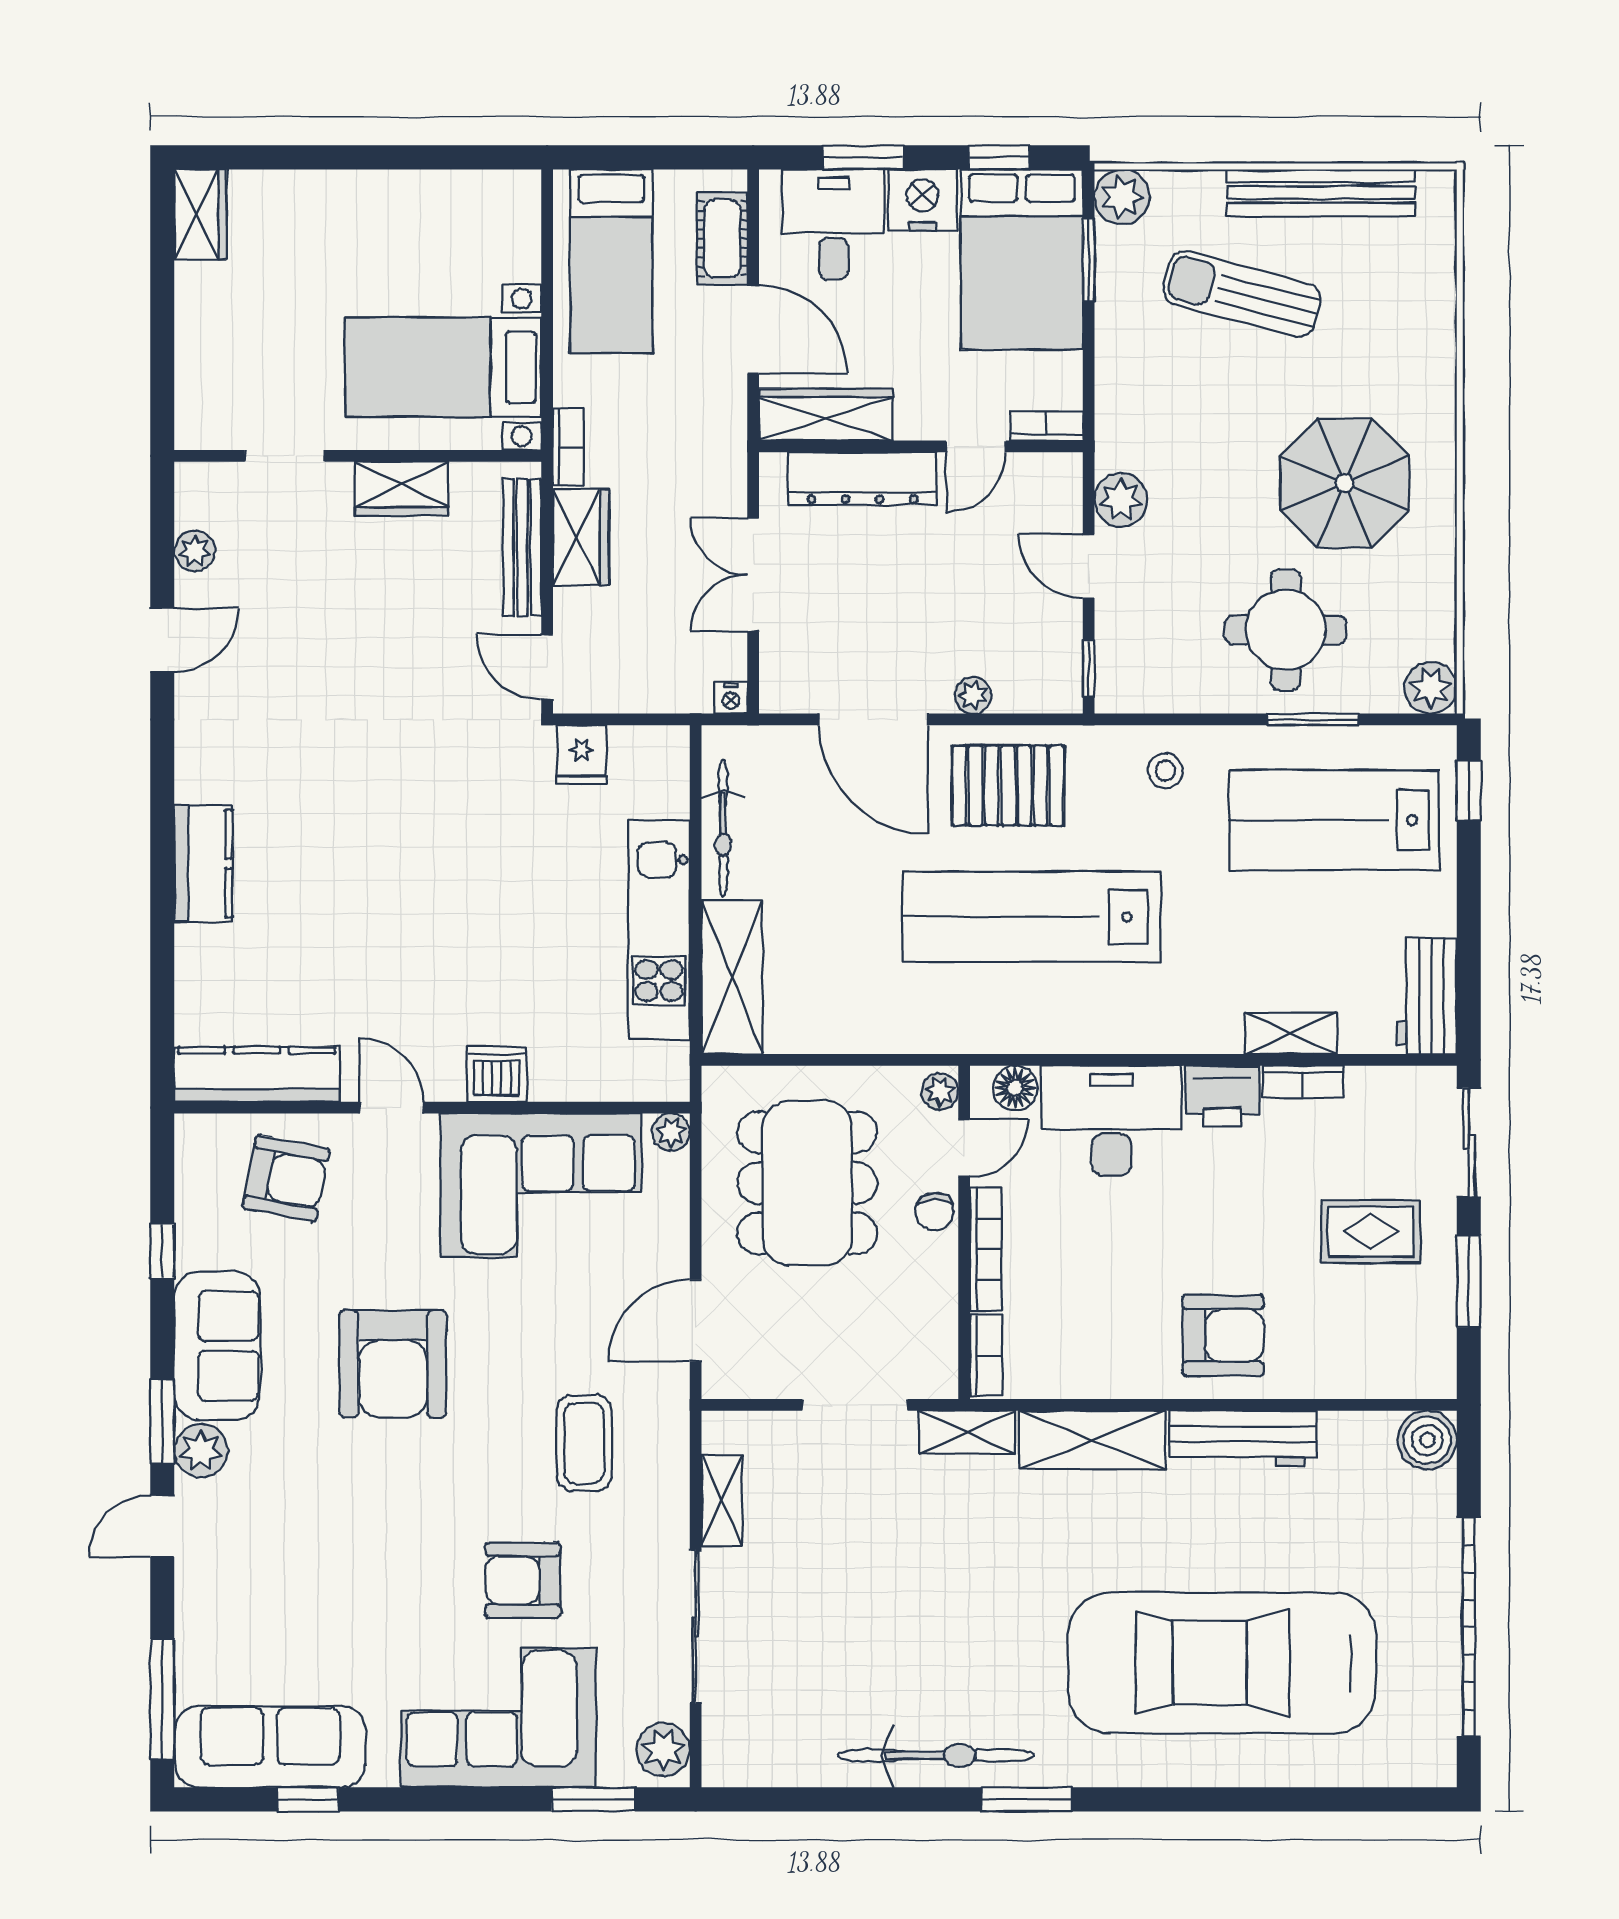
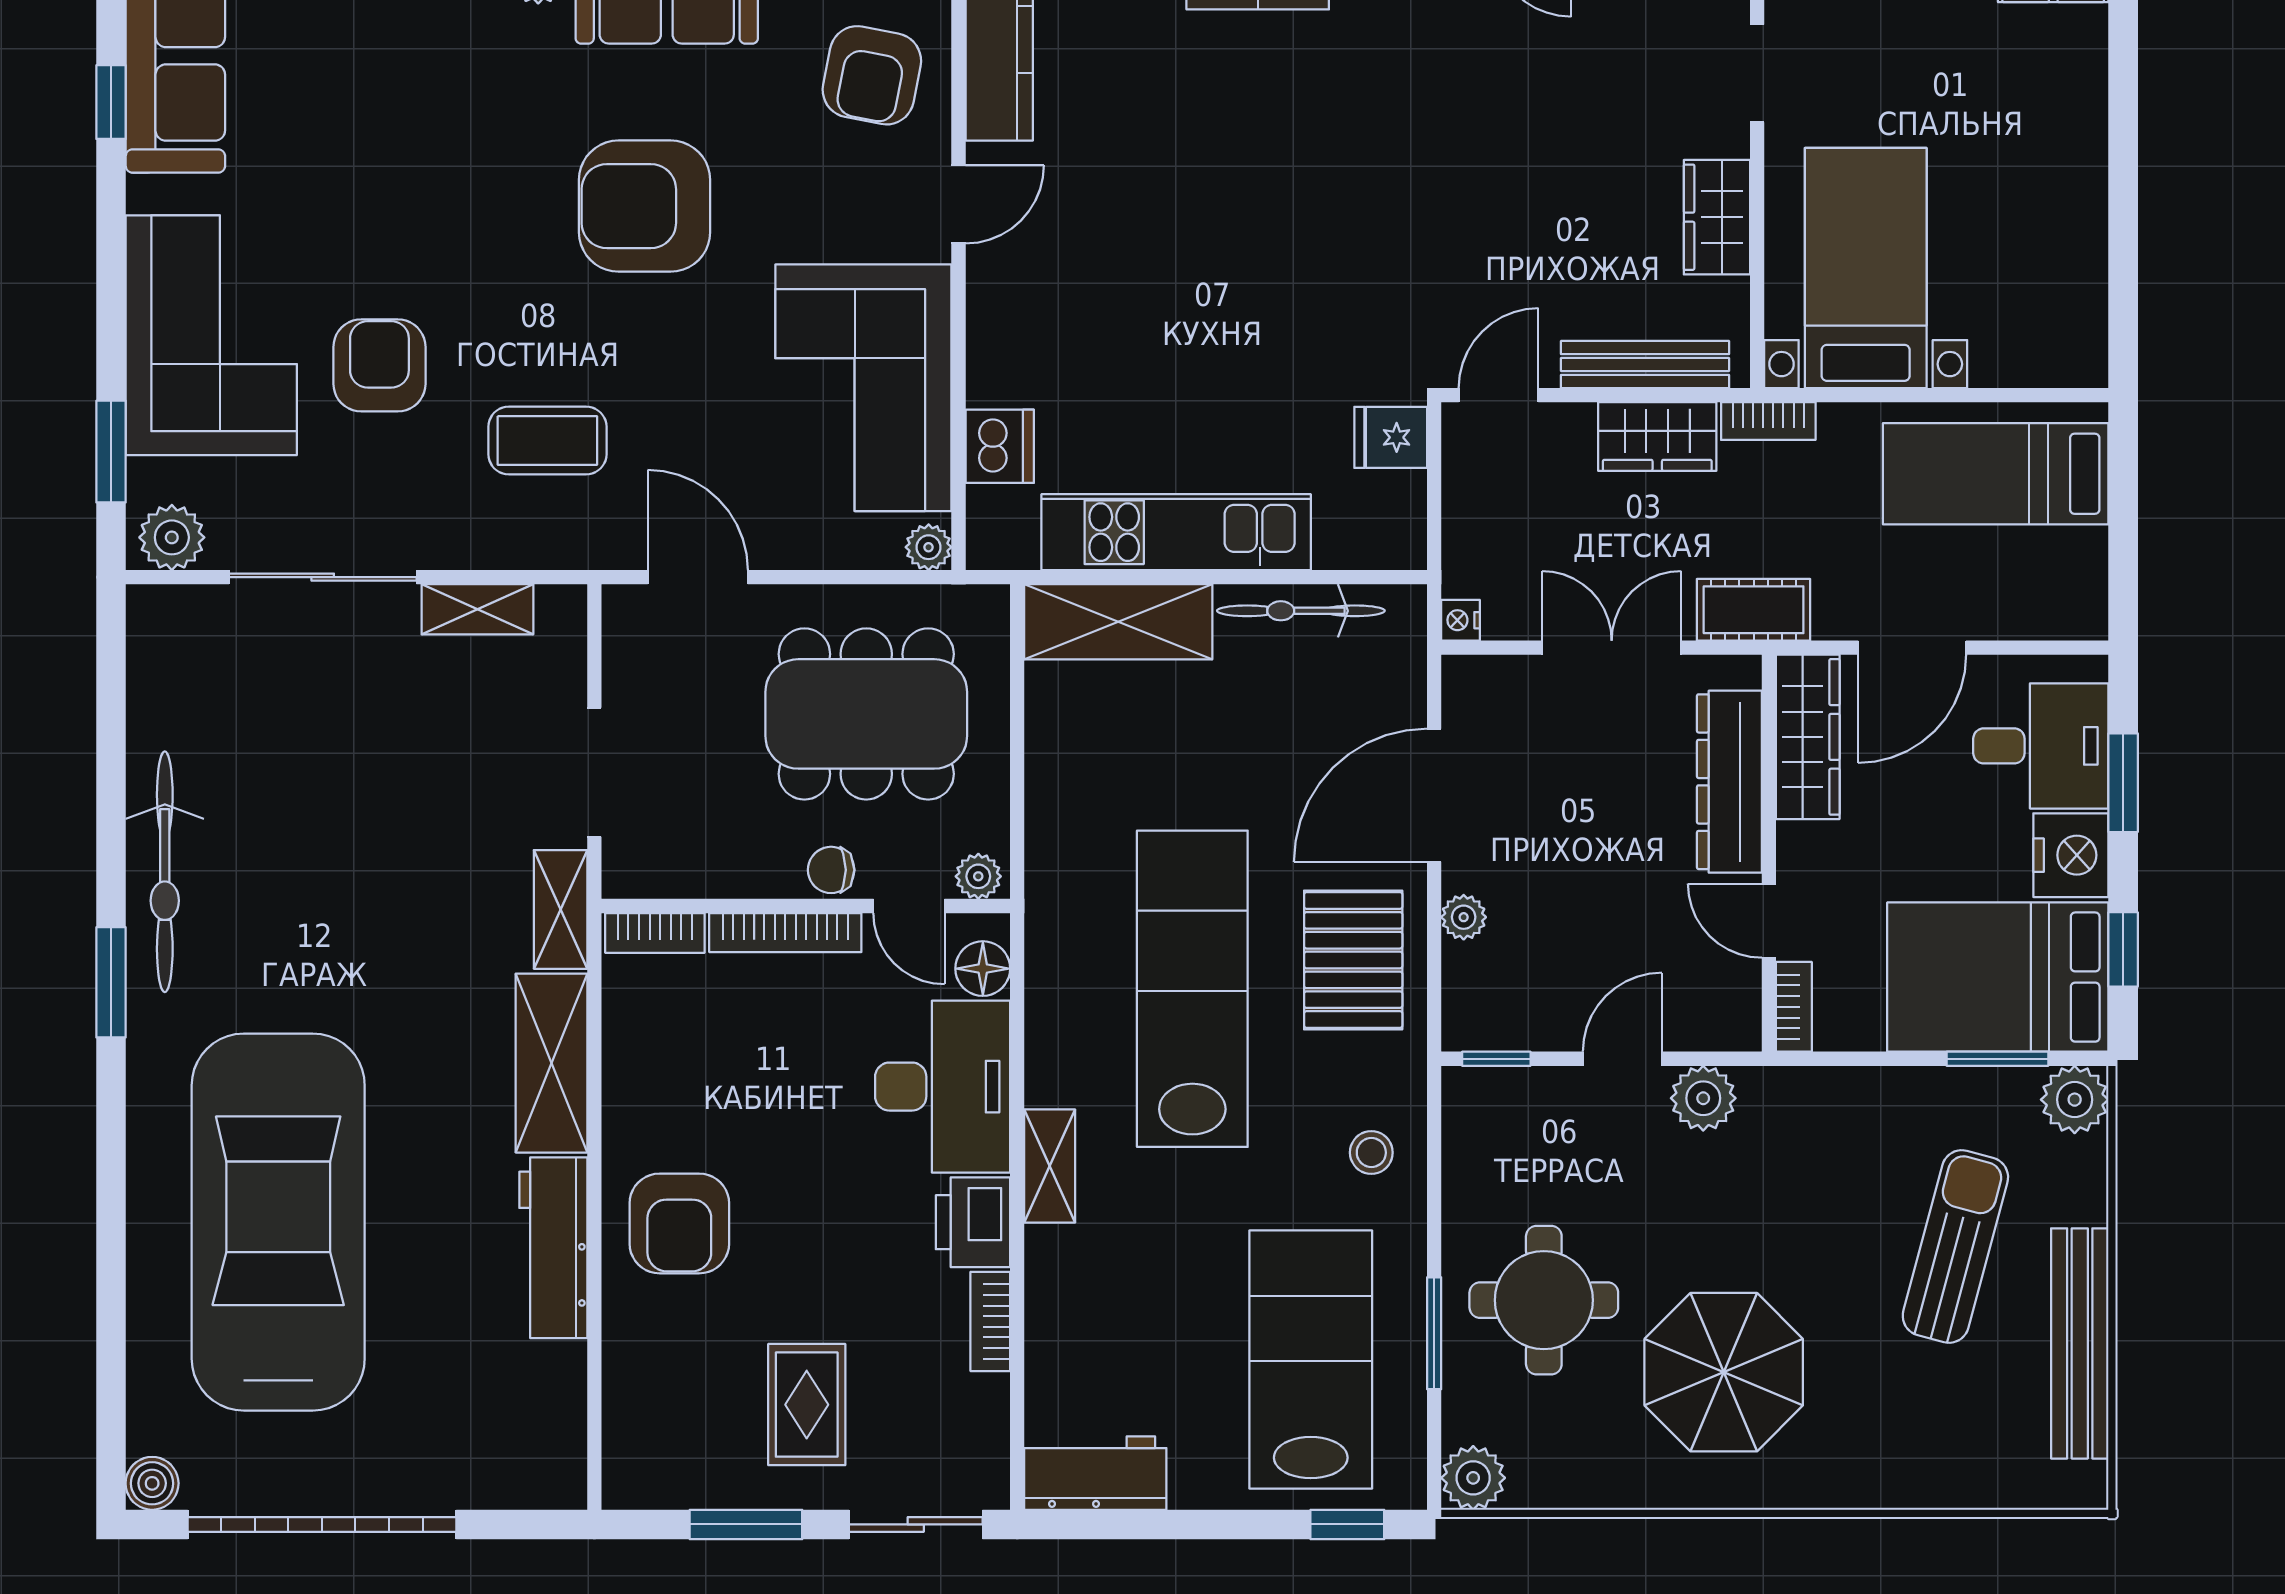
cot: (722, 239) -> (1754, 610), moved
shelving: (1291, 1033) -> (1050, 1166), moved
dishwasher: (497, 1074) -> (1000, 446), moved
boiler: (1427, 1440) -> (152, 1483), moved, width x0.73, depth x0.73

